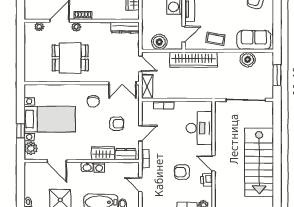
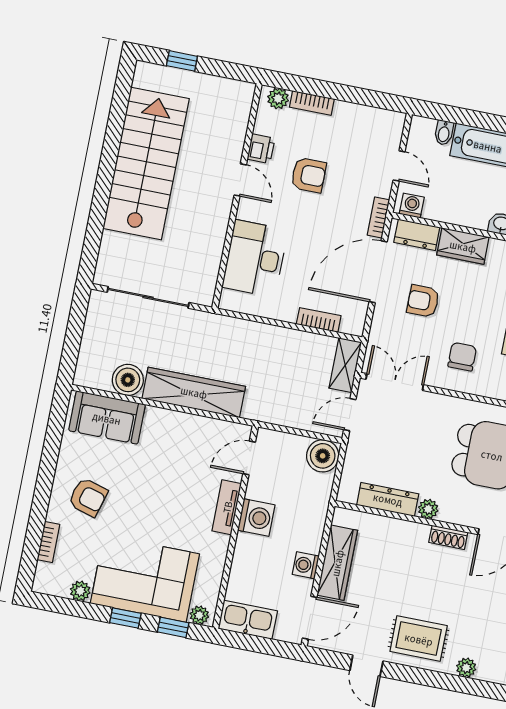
plant: (76, 27) -> (428, 509), moved
dresser: (125, 28) -> (388, 499), moved
coffee table: (216, 39) -> (185, 435), removed
boiler: (159, 42) -> (323, 456), moved
wardrobe: (193, 60) -> (194, 392), moved
door: (140, 64) -> (350, 415), hinge flipped
window: (277, 75) -> (74, 336), removed
door: (140, 133) -> (378, 272), width x1.88
washing machine: (99, 167) -> (412, 206), moved

